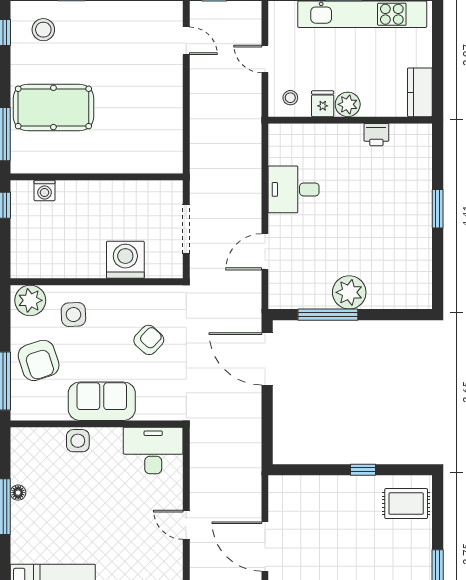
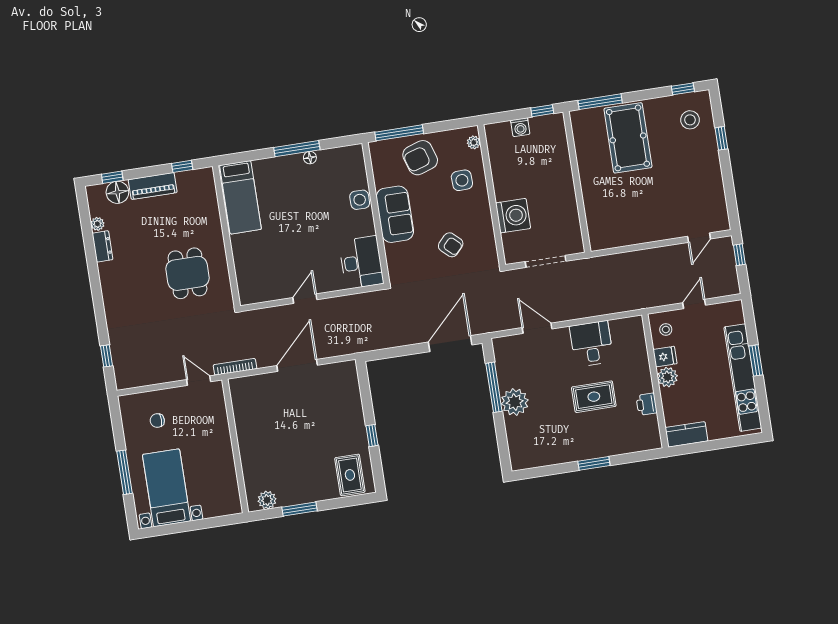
washing machine: (45, 190) -> (520, 127), moved, turned -90
rug: (358, 196) -> (594, 397), added
plant: (30, 300) -> (474, 142), width x0.53, depth x0.53

